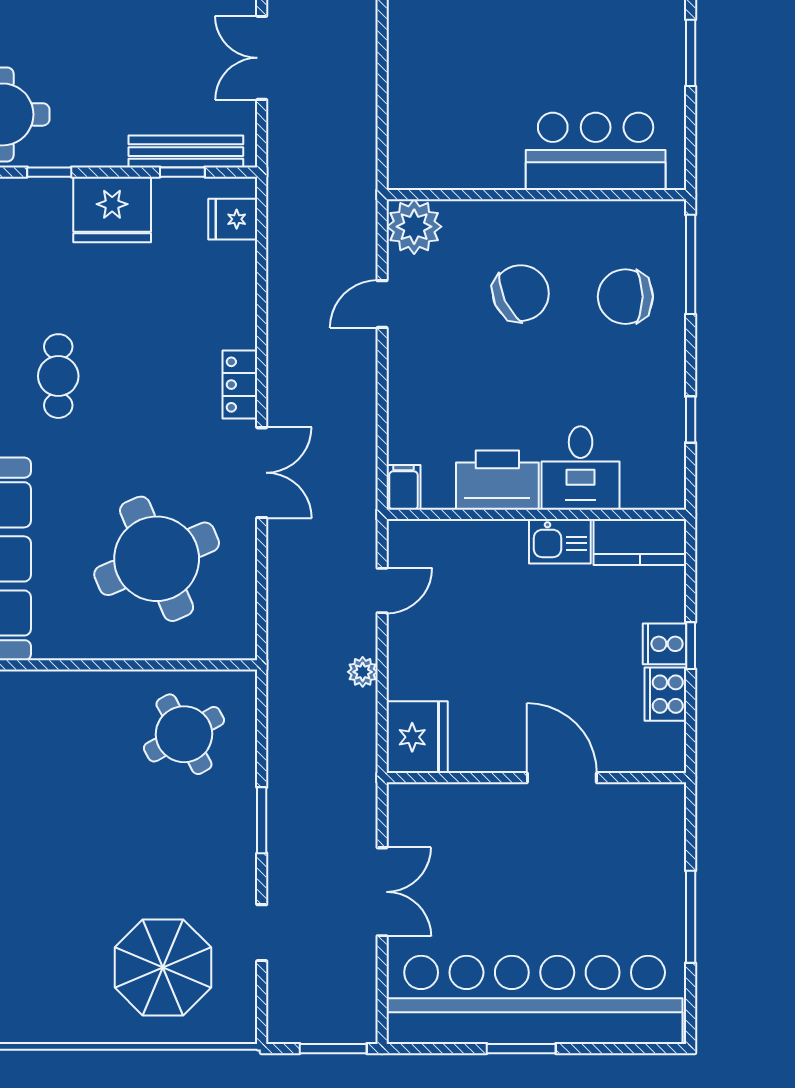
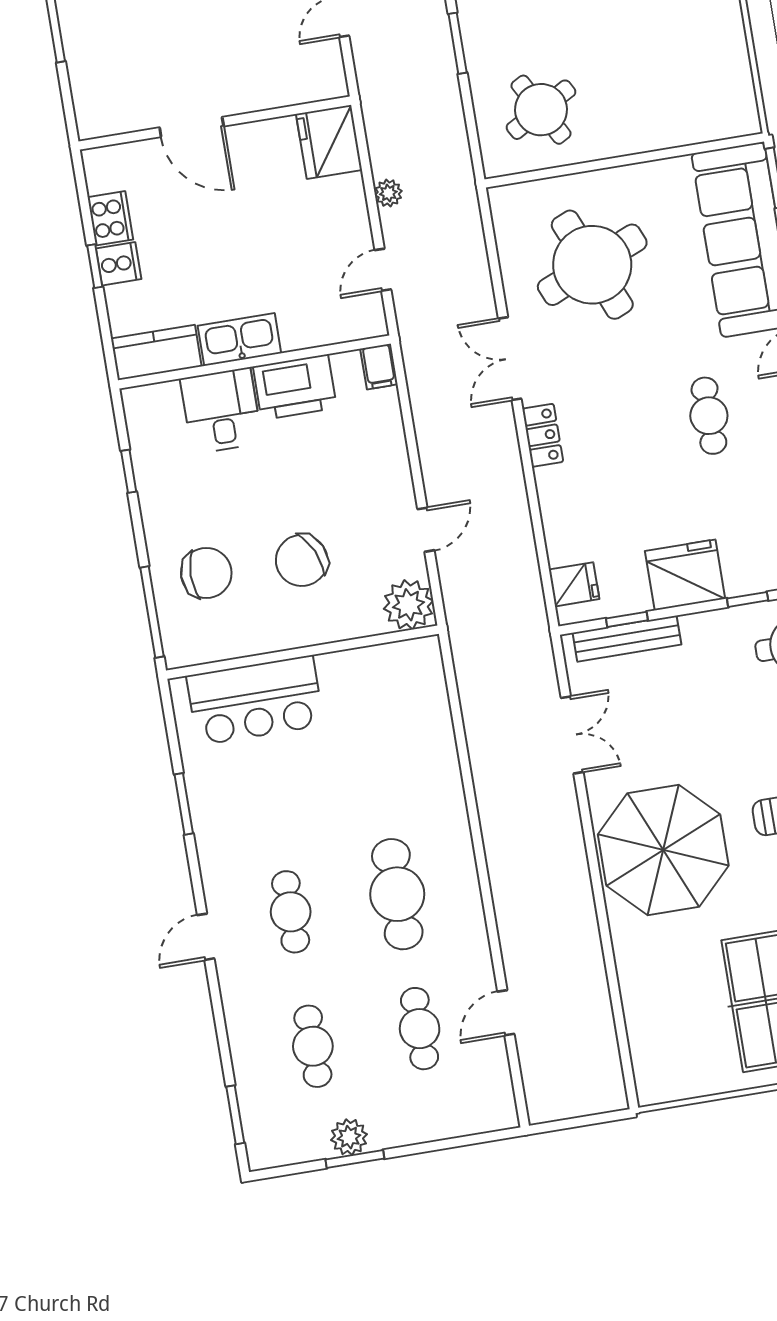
kitchen sink: (560, 541) -> (239, 339), width x1.38

